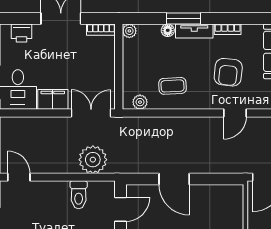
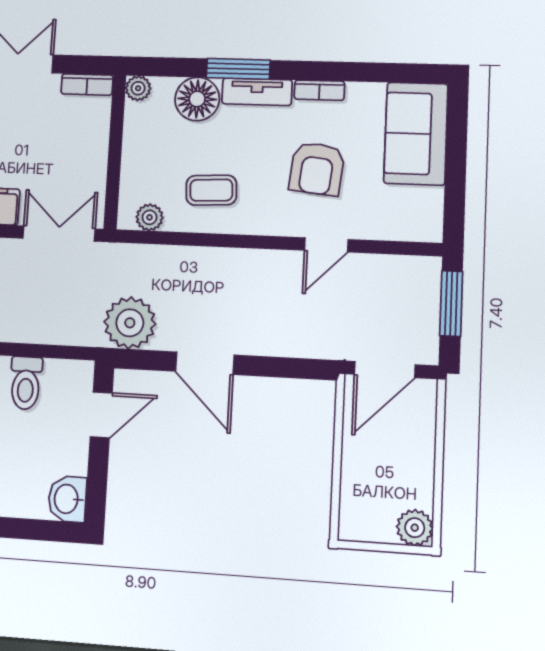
floor lamp: (168, 30) -> (197, 99), width x1.89, depth x1.89
plant: (93, 160) -> (130, 323), moved

